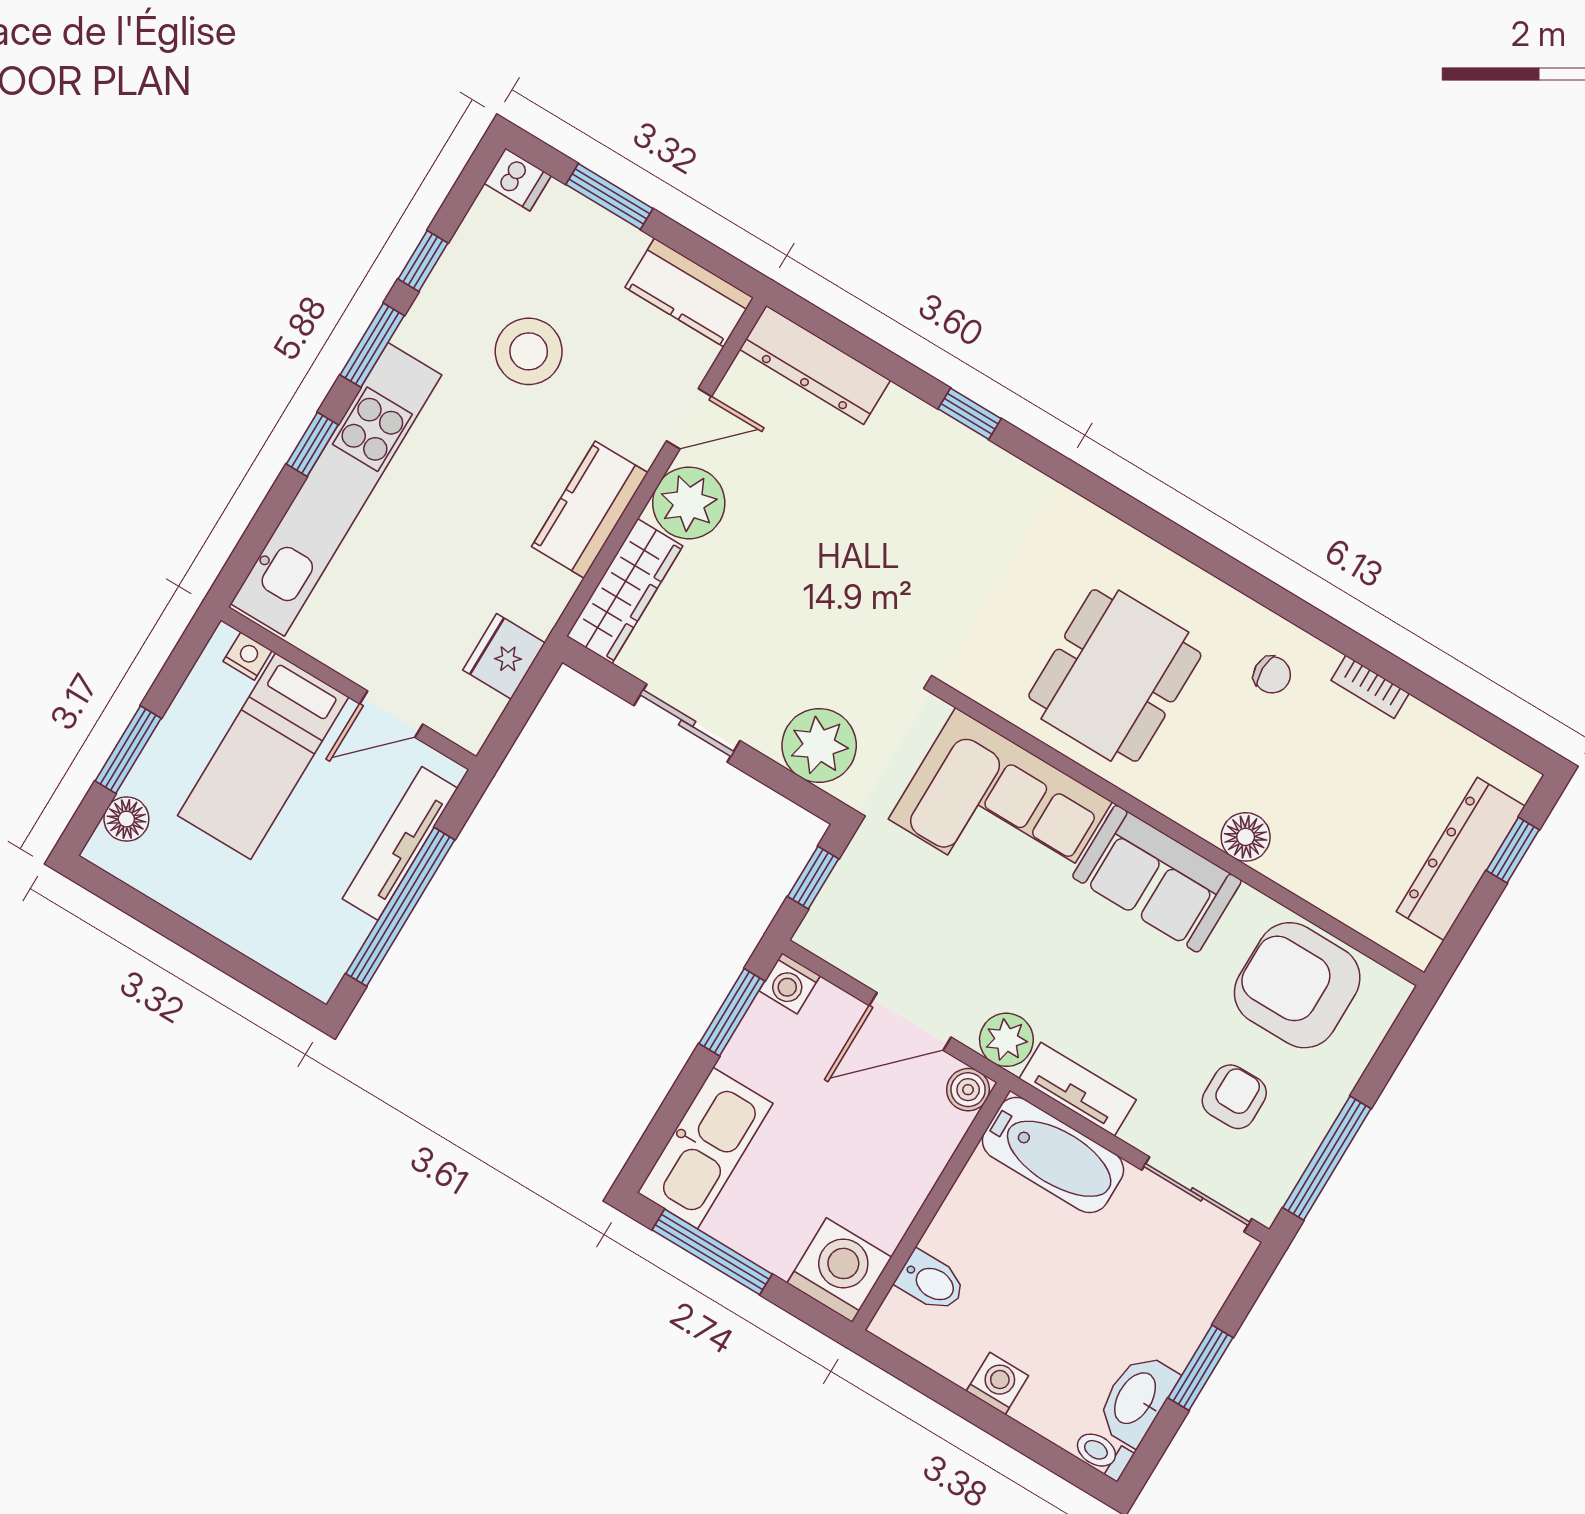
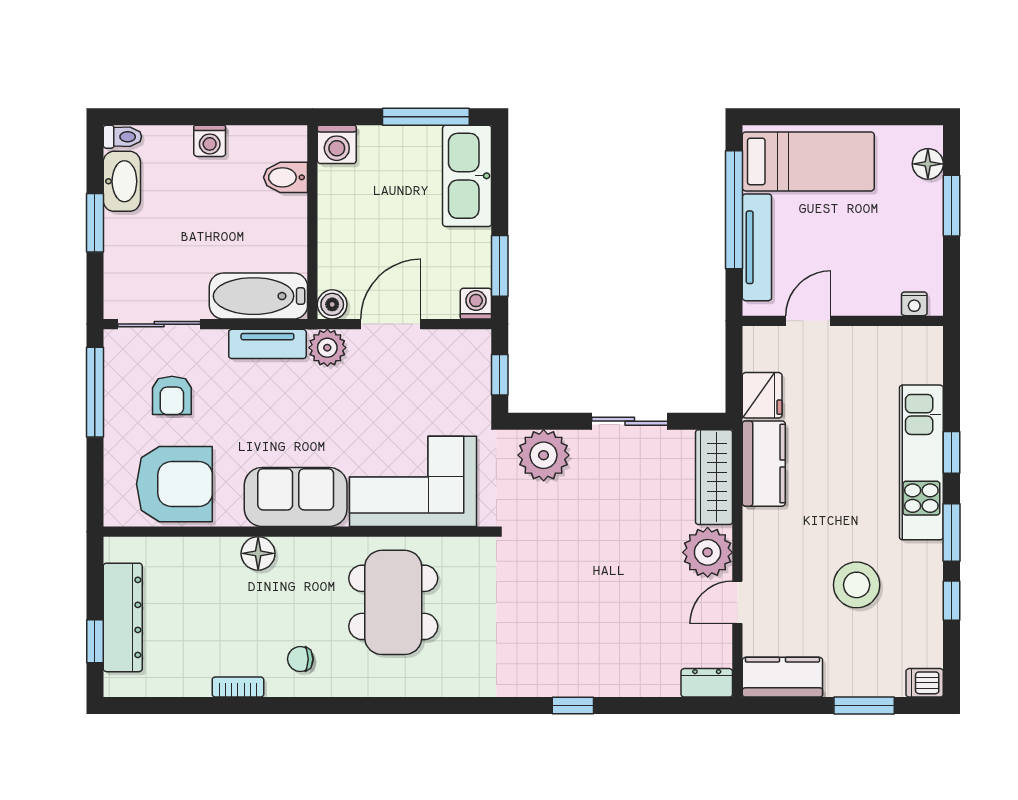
dresser: (815, 365) -> (707, 683), width x0.51, depth x0.80
kitchen unit: (336, 489) -> (921, 462), width x0.73
kitchen counter: (590, 510) -> (764, 464), moved
bed: (263, 756) -> (808, 161), moved, turned 90
washing machine: (839, 1270) -> (337, 144), width x0.73, depth x0.73

